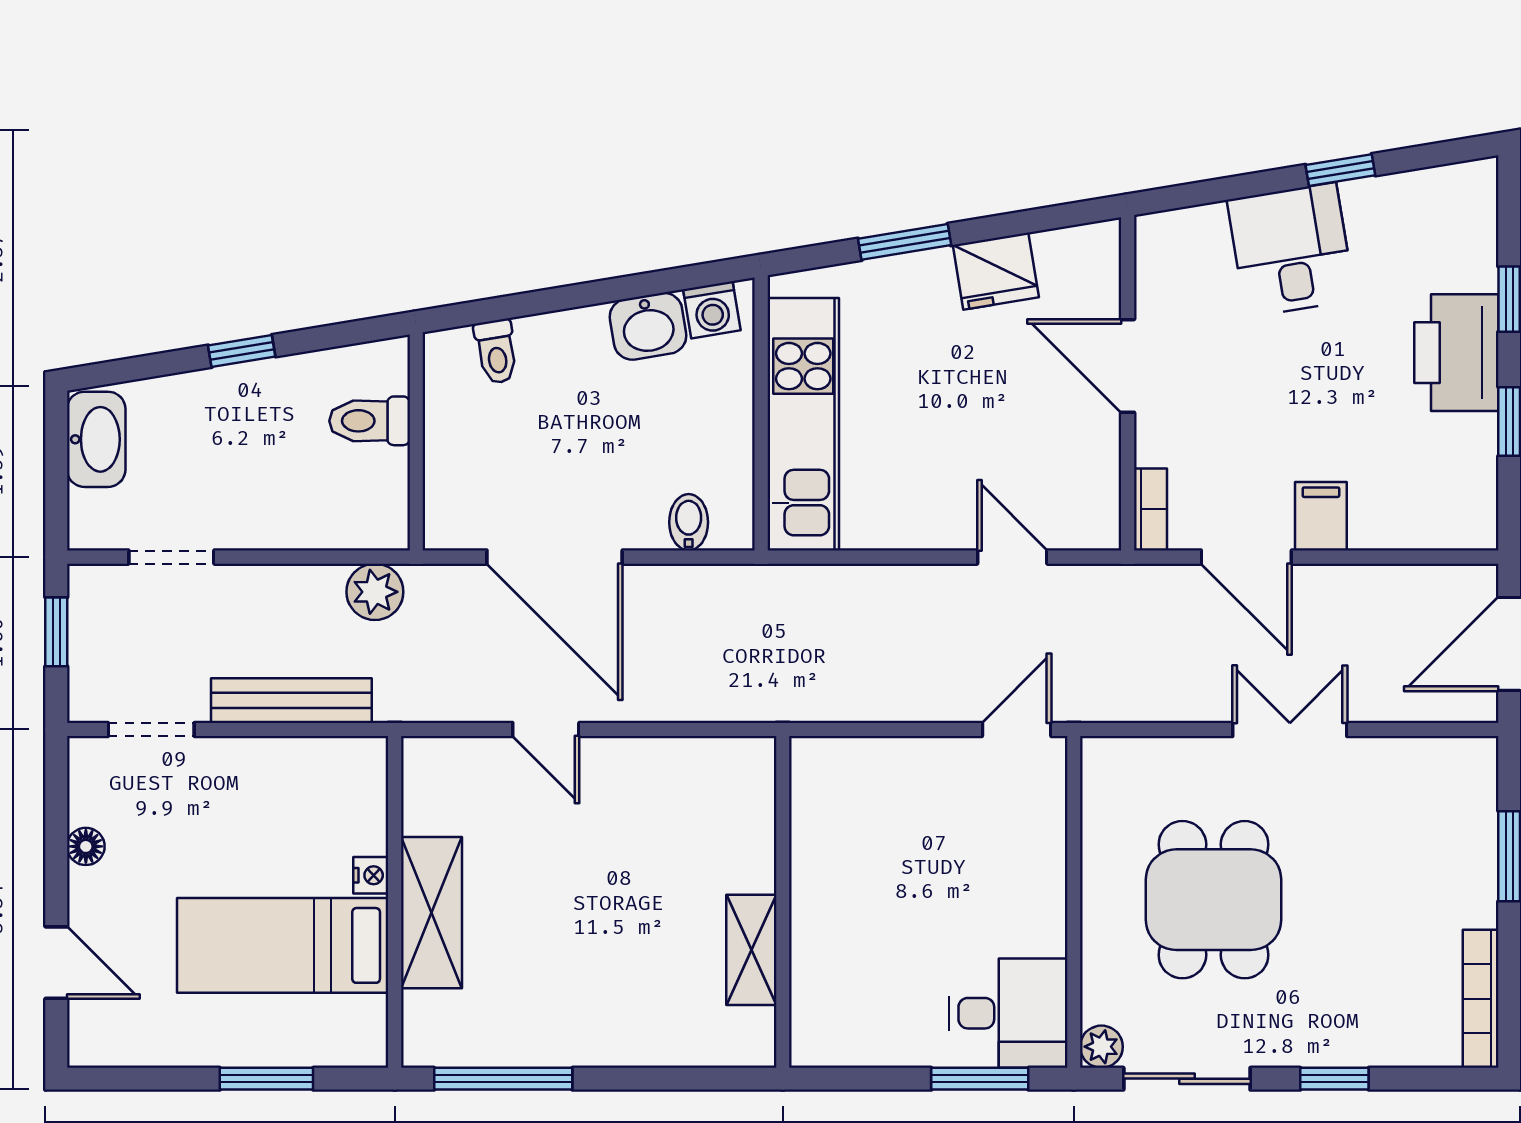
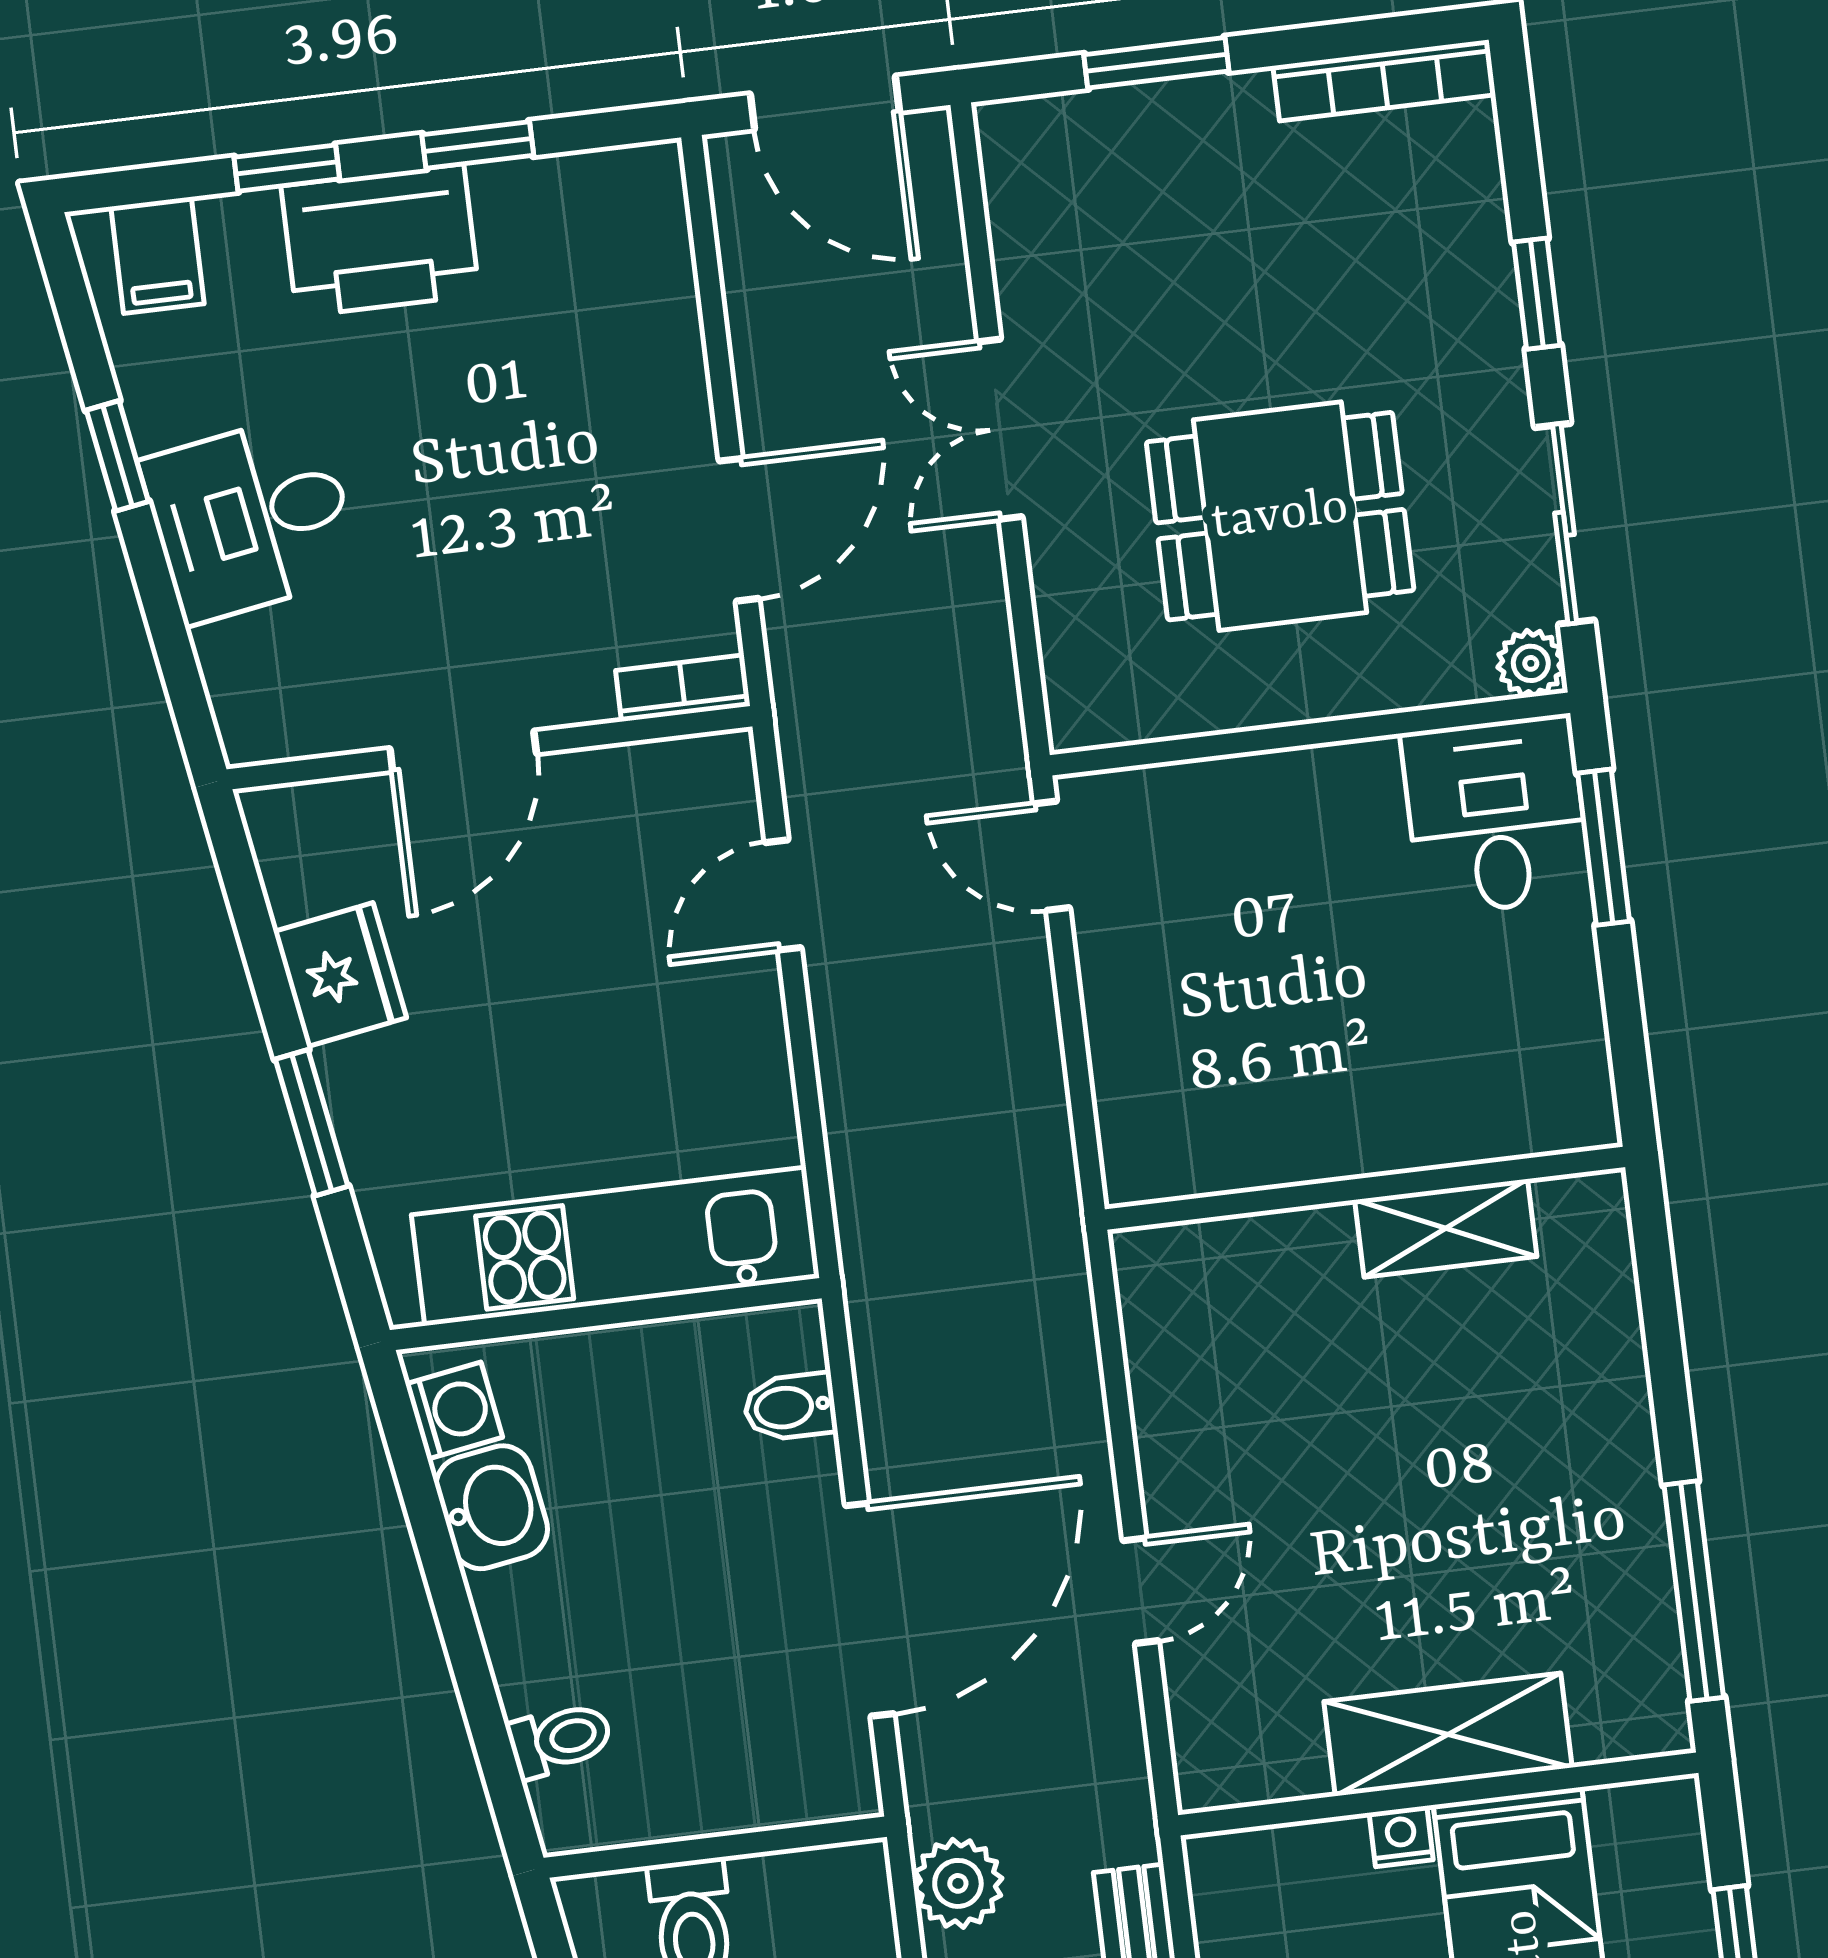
filing cabinet: (1321, 516) -> (157, 255), moved, turned -90

